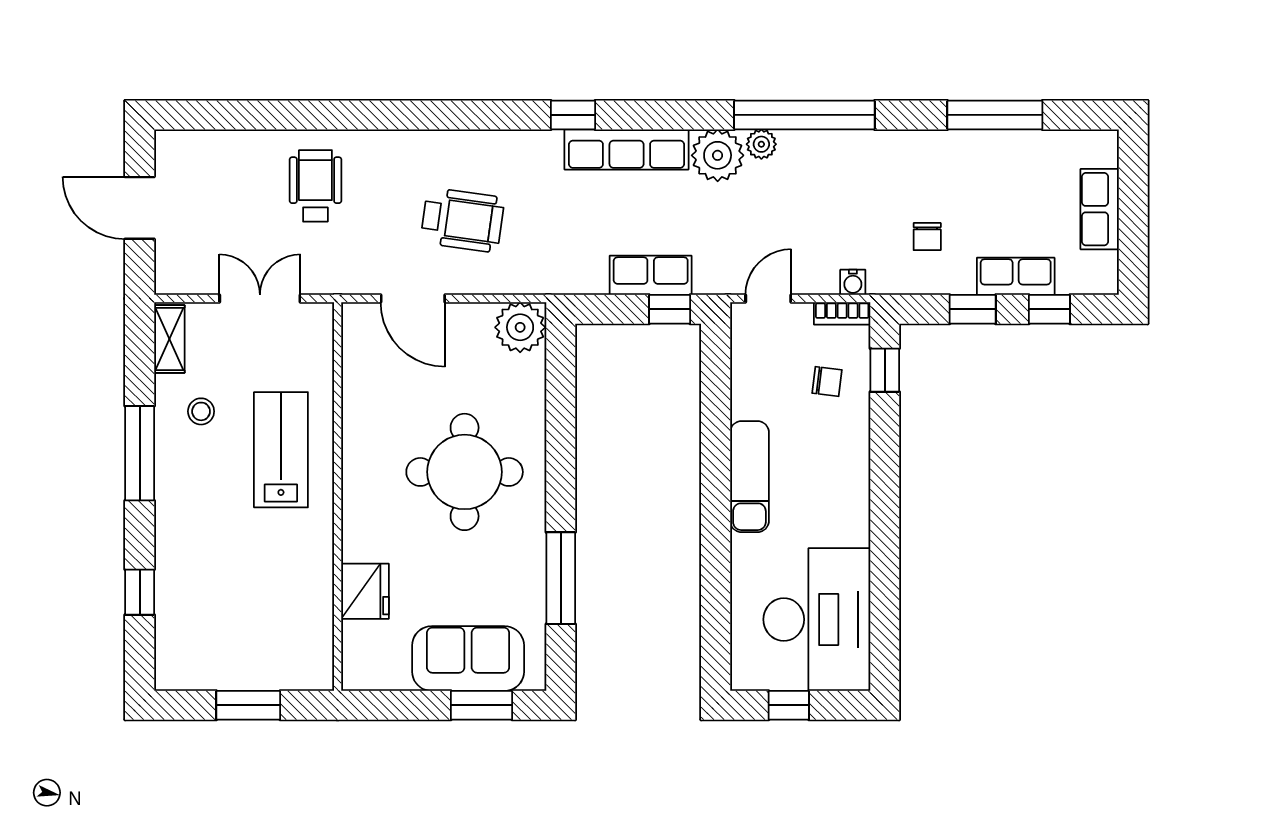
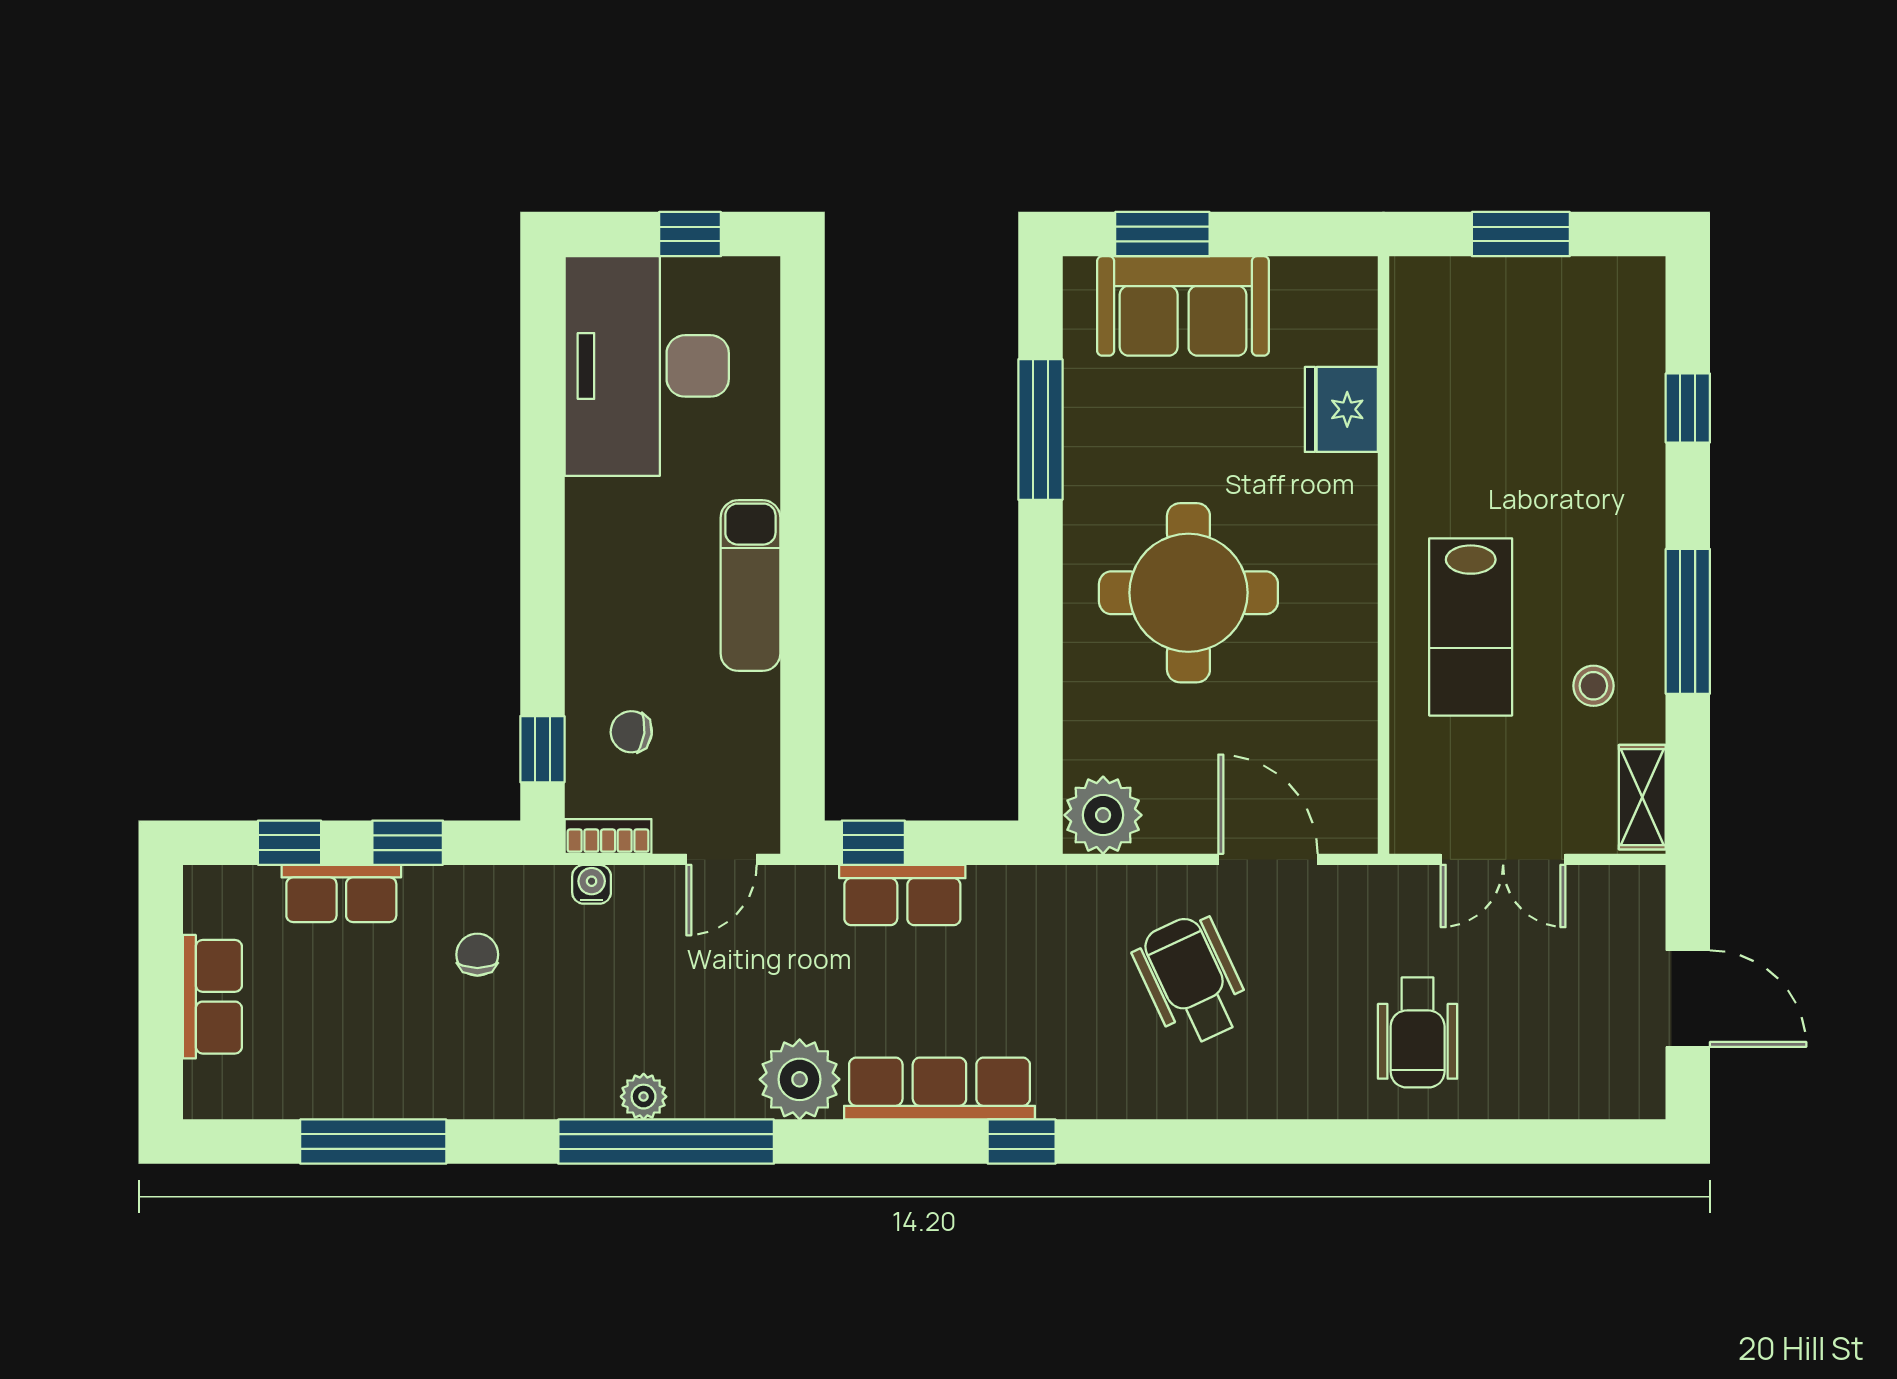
plant: (761, 144) -> (644, 1097), moved
wheelchair: (462, 220) -> (1192, 980), turned 57

